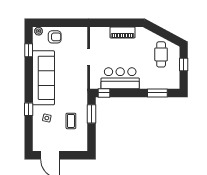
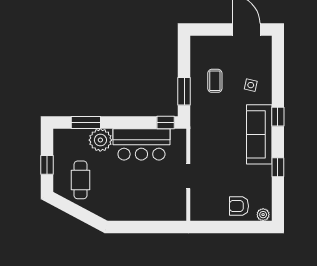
piano: (122, 32) -> (138, 213), removed
window: (29, 50) -> (278, 167), moved
sofa: (43, 78) -> (259, 134), width x0.74, depth x0.79
plant: (148, 81) -> (100, 140), added
window: (29, 109) -> (278, 117), moved

